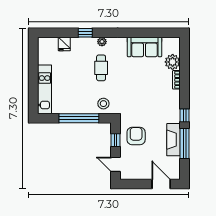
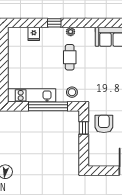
kitchen unit: (45, 89) -> (32, 95), moved, turned -90
door: (116, 164) -> (84, 151), removed

